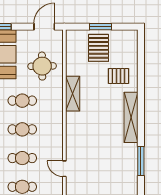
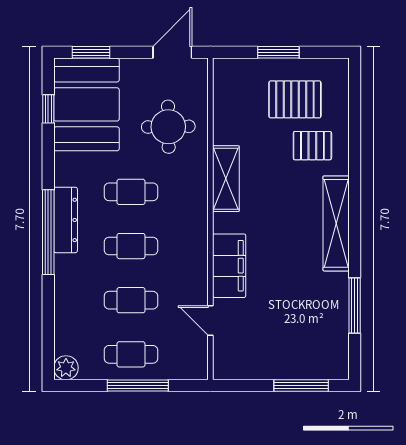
pallet: (98, 48) -> (295, 99), moved, turned 90
filing cabinet: (74, 140) -> (229, 266), added

